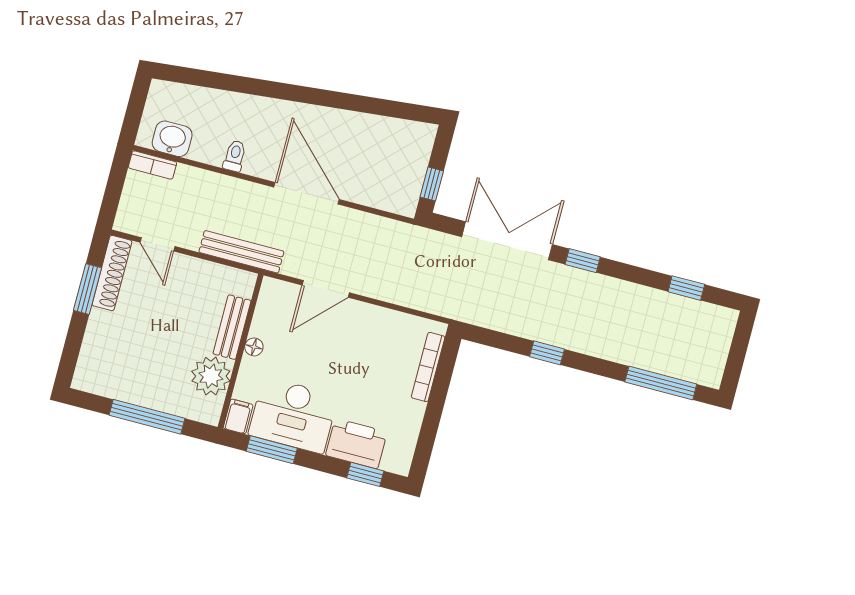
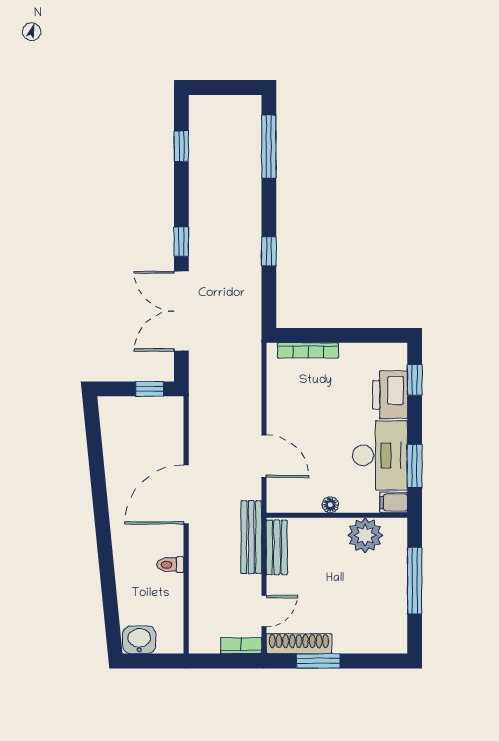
washbasin: (172, 139) -> (139, 640), moved, turned 90
bookcase: (152, 165) -> (241, 646), moved, turned -90
bench: (232, 327) -> (277, 547), moved, turned 90

